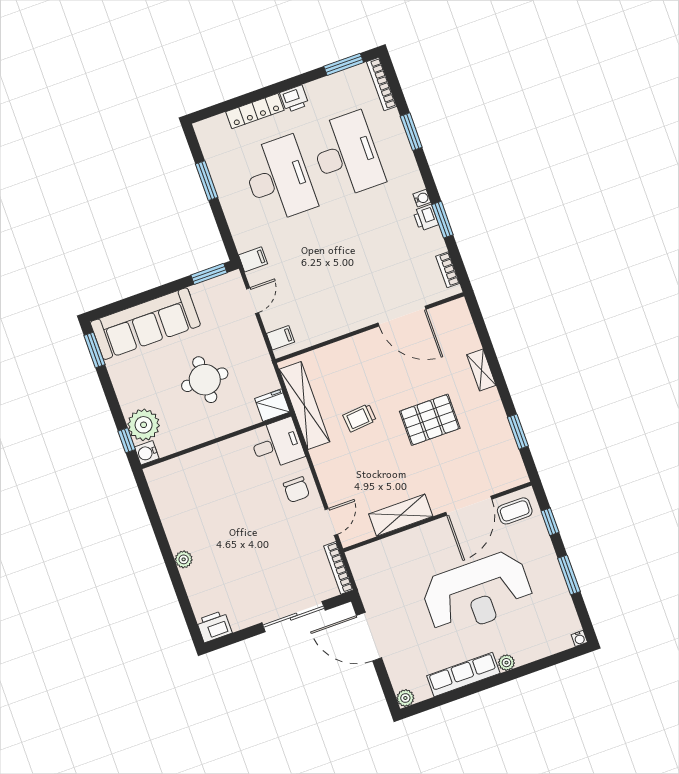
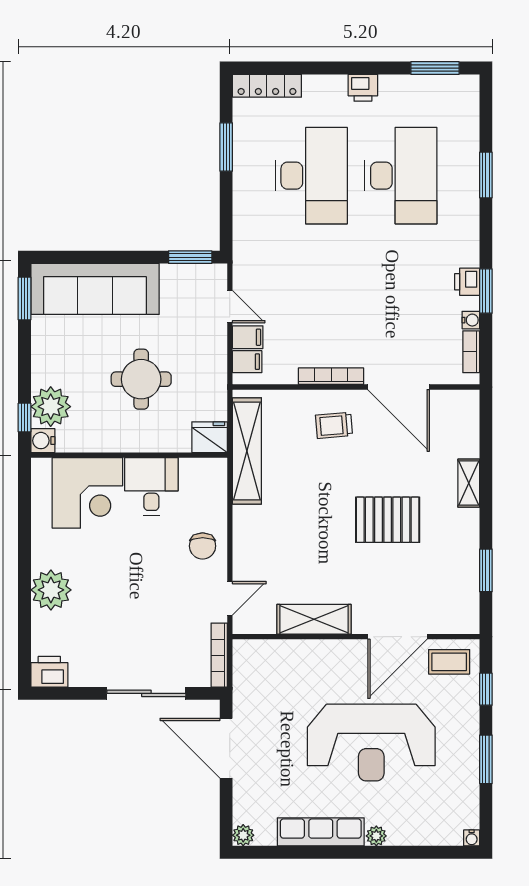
bookcase: (382, 84) -> (331, 376), moved, turned 90
locker: (255, 111) -> (267, 86), moved
water cooler: (422, 198) -> (471, 320), moved
filing cabinet: (253, 259) -> (248, 337), moved
door: (253, 301) -> (230, 307), hinge flipped
trolley: (360, 418) -> (334, 425), moved
desk: (277, 444) -> (151, 486), moved, turned -90
corner desk: (195, 480) -> (87, 493), added
plant: (184, 559) -> (51, 590), width x1.87, depth x1.87

